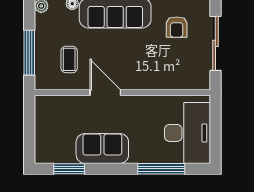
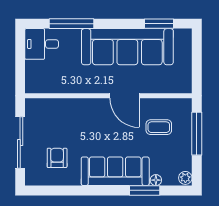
coffee table: (69, 59) -> (159, 127), turned 90
desk: (187, 133) -> (42, 44), width x0.53, depth x0.77
sofa: (102, 148) -> (127, 47), width x1.85, depth x1.27

